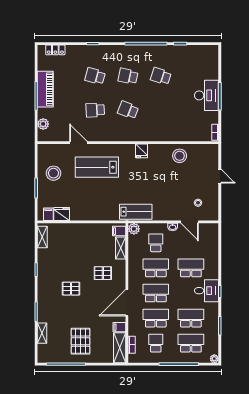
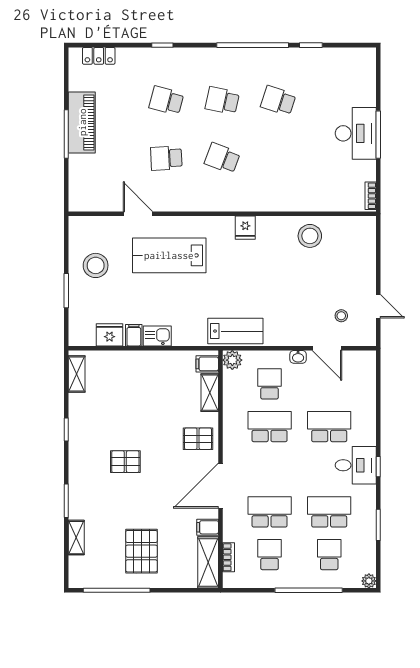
plant: (43, 124) -> (78, 182), removed
door: (220, 176) -> (378, 306), moved
filing cabinet: (48, 214) -> (134, 335), moved
kitchen sink: (90, 215) -> (157, 336), added
pallet: (103, 273) -> (198, 439), moved
school desk: (156, 293) -> (270, 469), removed
school desk: (191, 343) -> (329, 555), width x0.54

